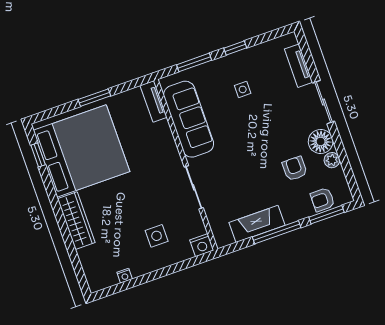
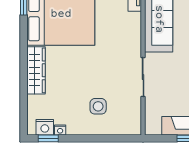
nightstand: (202, 245) -> (45, 127), moved
window: (115, 289) -> (48, 138), added

